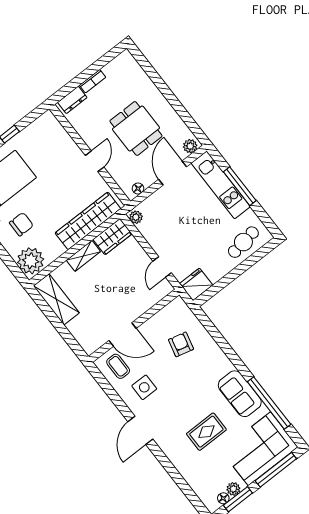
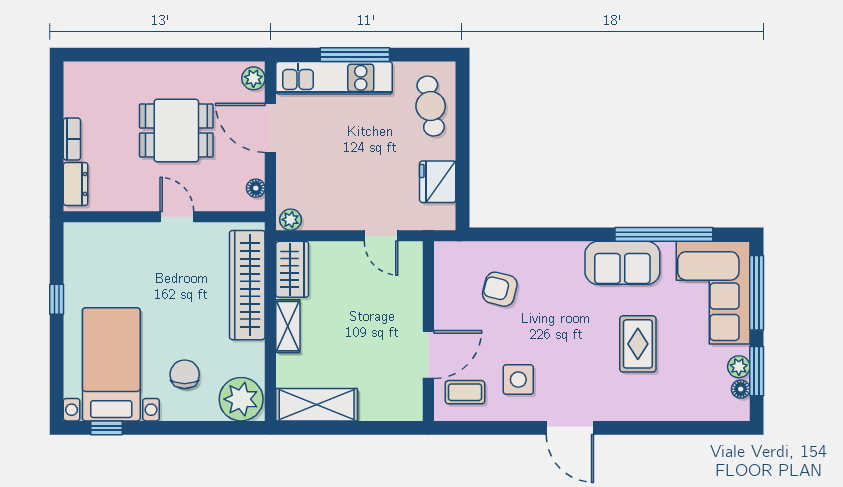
fridge: (196, 284) -> (438, 182), moved

